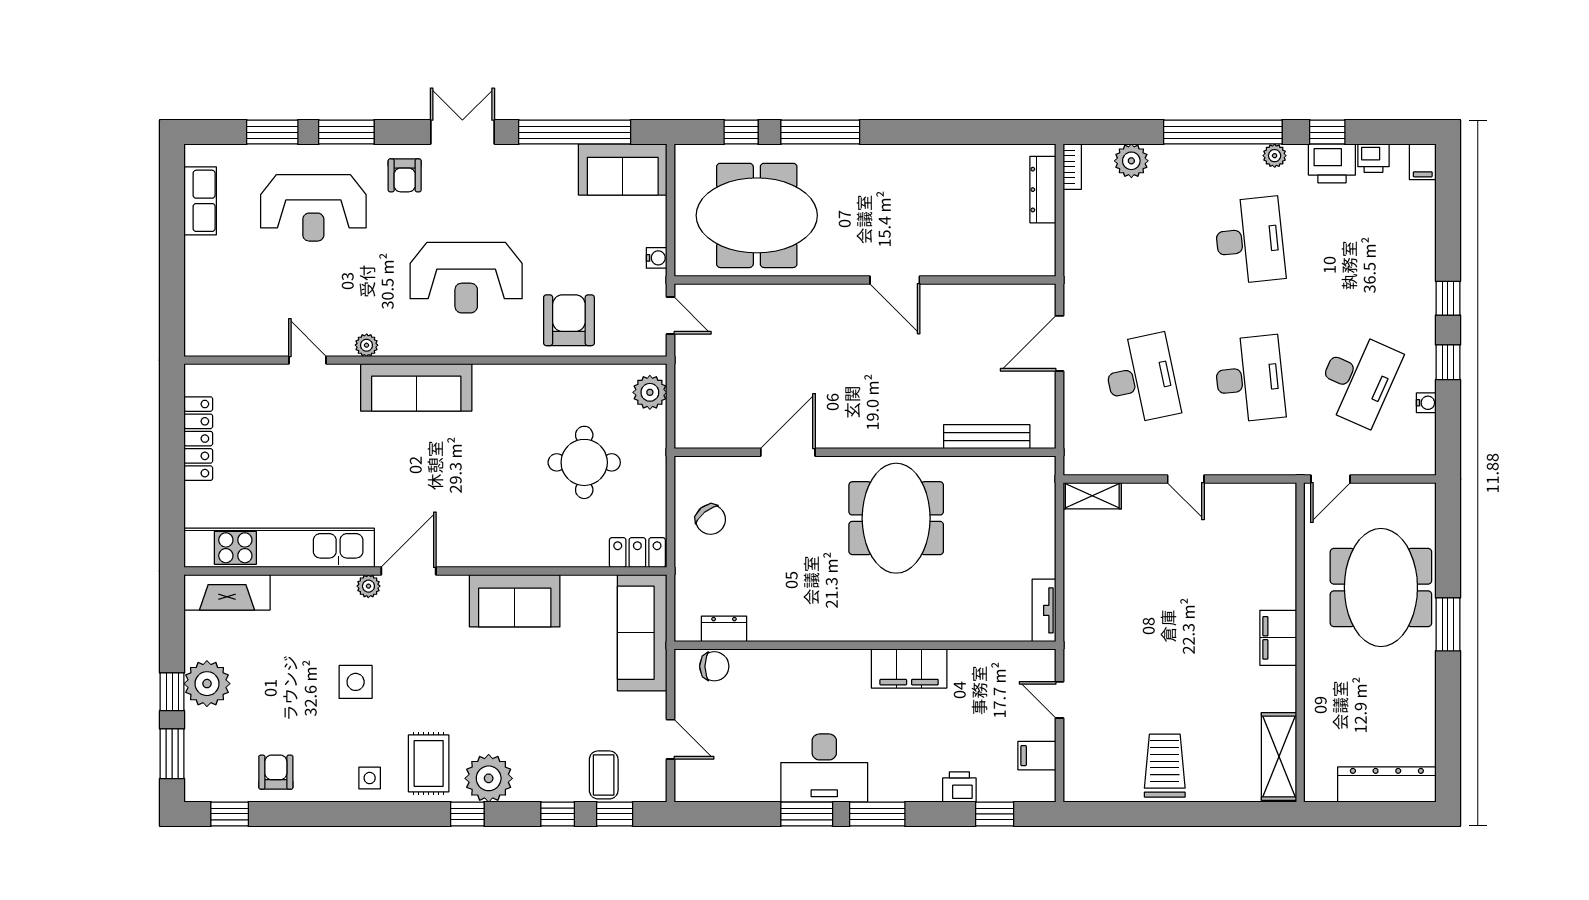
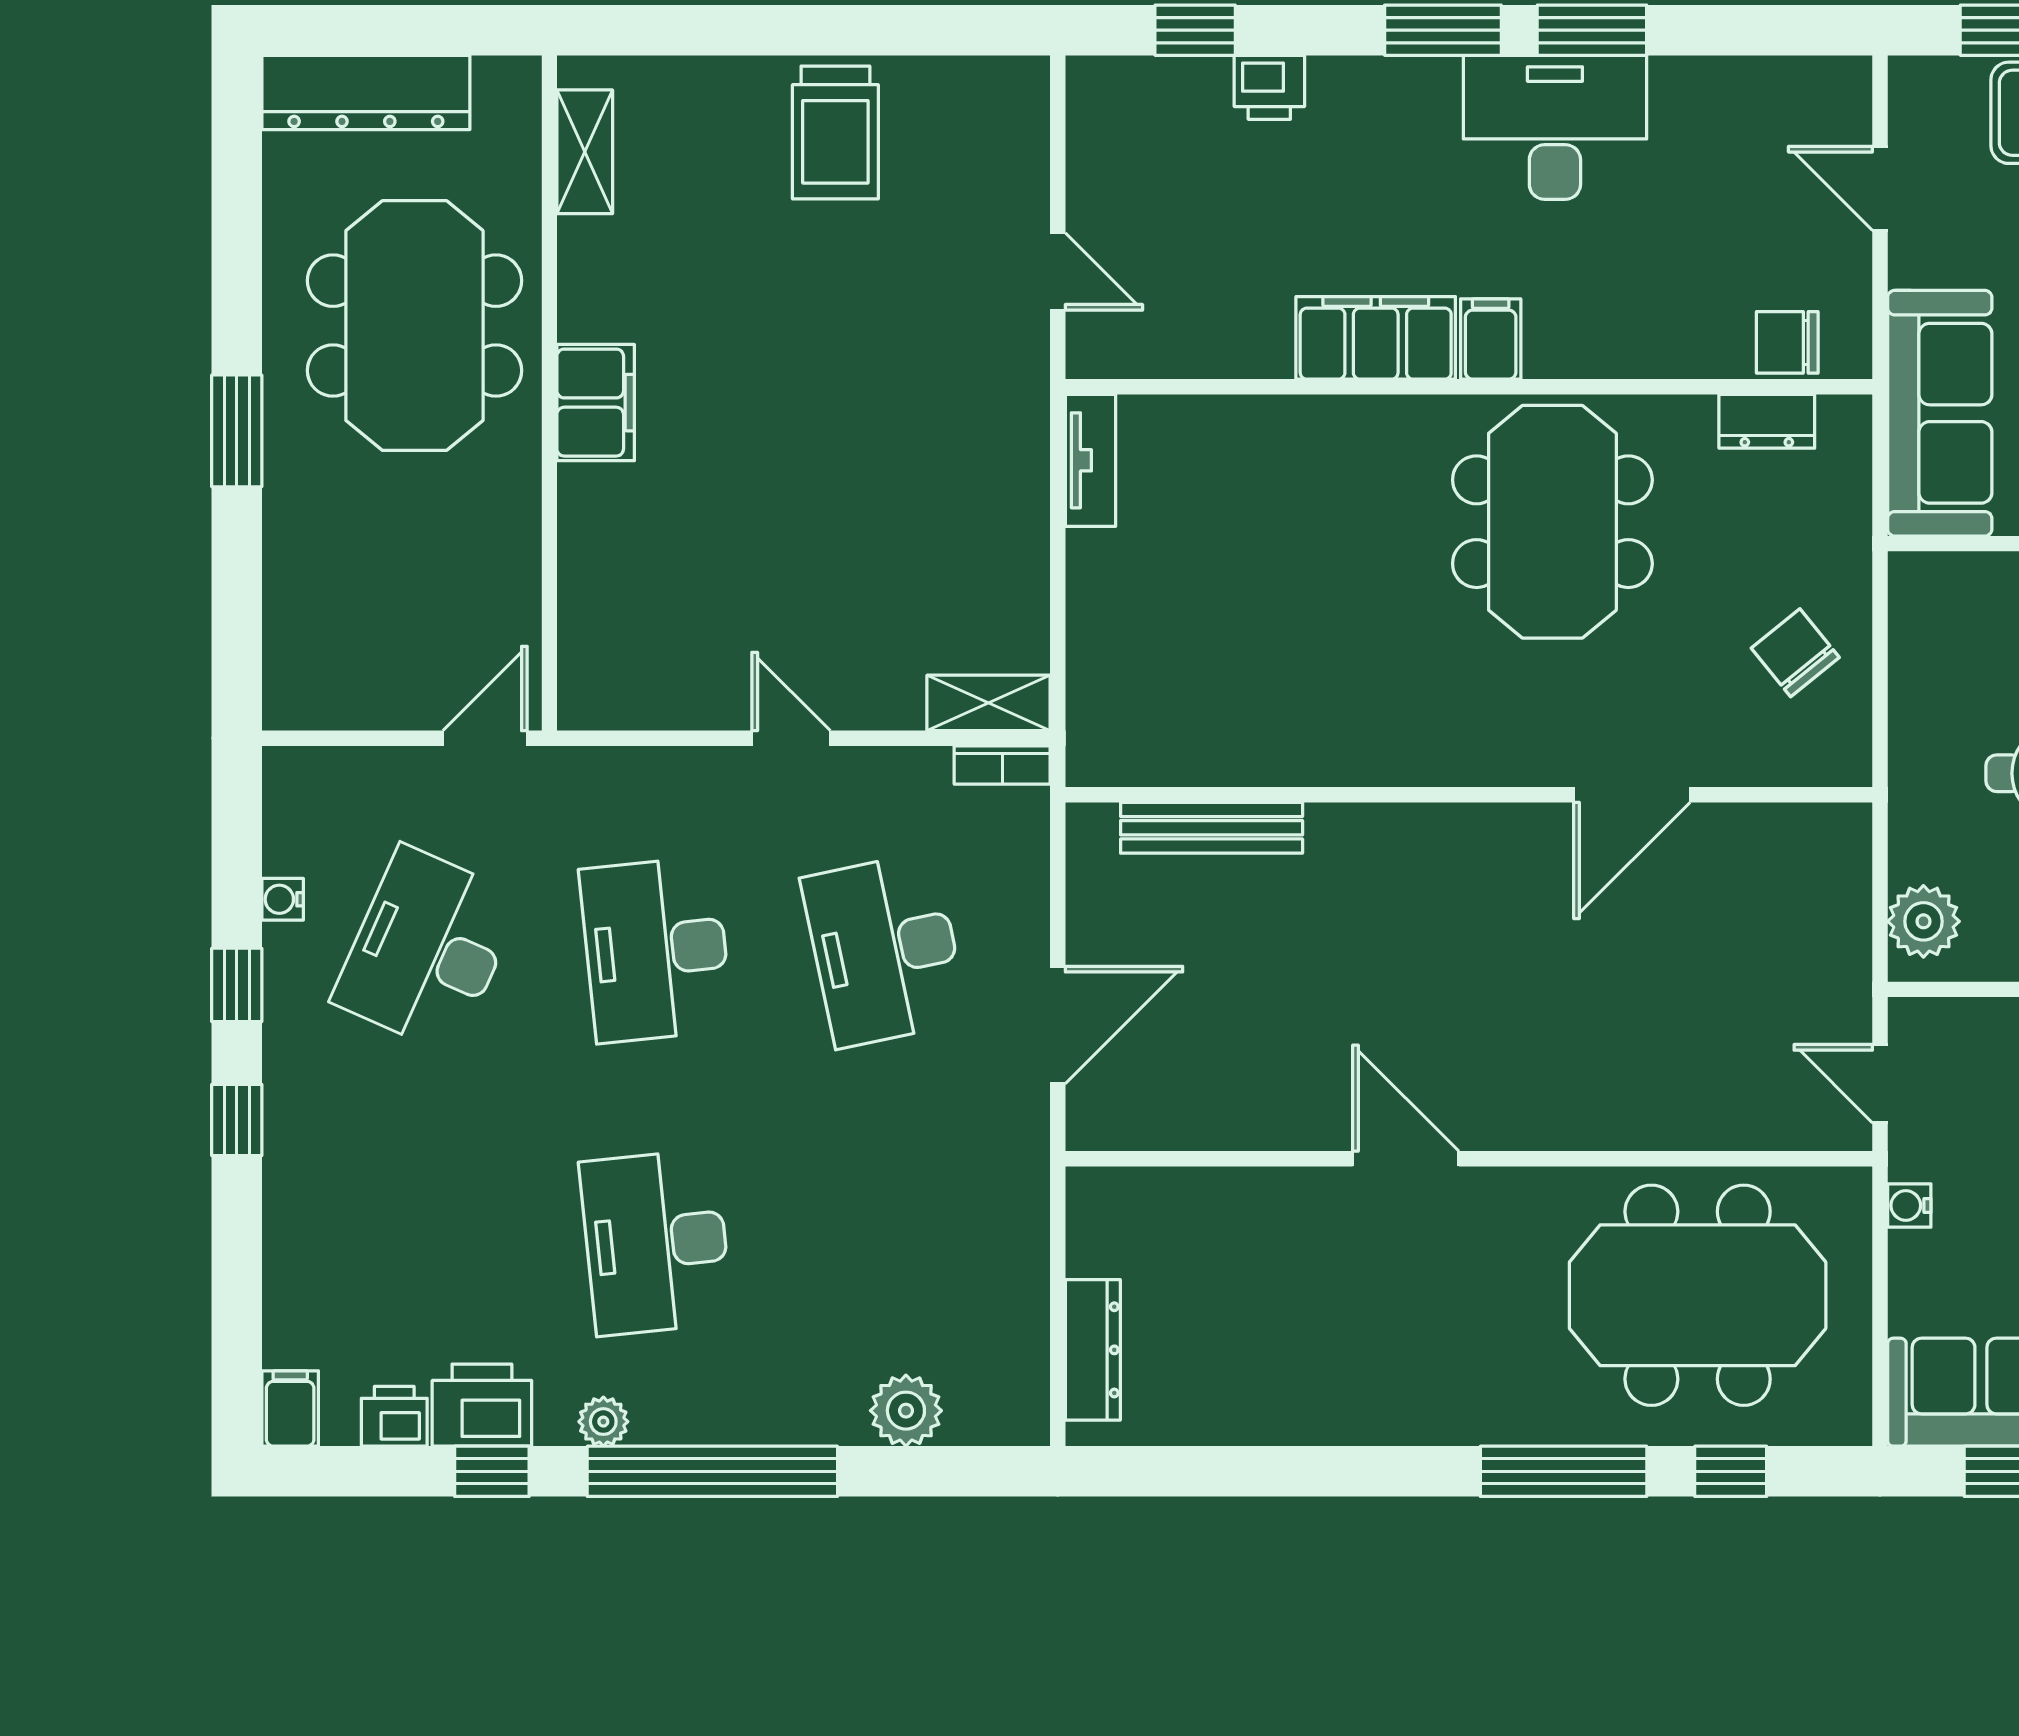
bookcase: (1072, 167) -> (1002, 765), moved, turned -90
meeting table: (896, 518) -> (1552, 522), moved
locker: (637, 553) -> (1950, 583), removed
meeting table: (1381, 587) -> (414, 326), moved
filing cabinet: (1037, 756) -> (1491, 339), moved, turned -90
shelving: (1279, 756) -> (585, 152), width x0.67, depth x0.75

